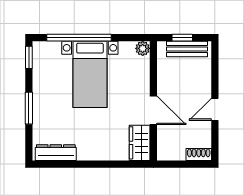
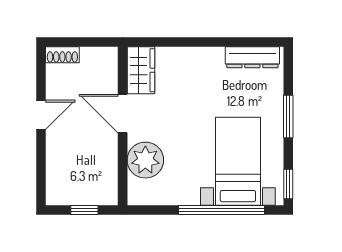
plant: (143, 48) -> (145, 160), moved, width x1.87, depth x1.87
bench: (187, 49) -> (78, 195), removed
bed with nightstands: (90, 74) -> (238, 161), moved

